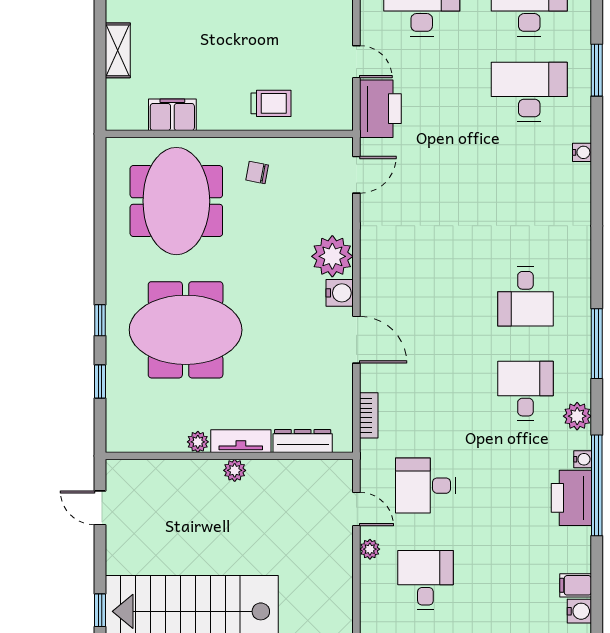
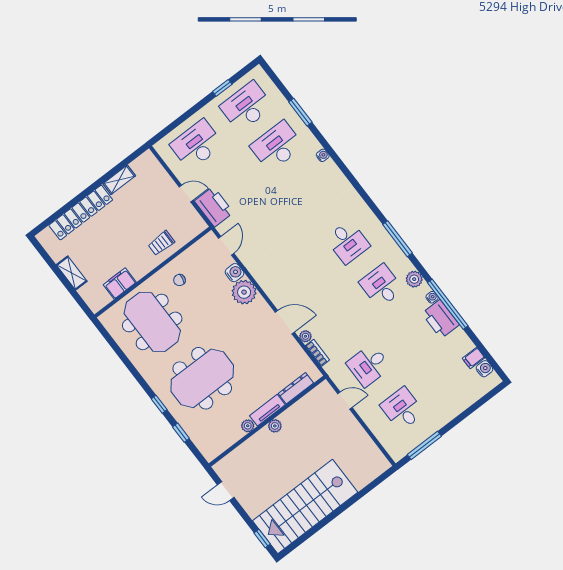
trolley: (271, 103) -> (161, 243), turned 180
water cooler: (340, 293) -> (234, 273), moved
plant: (370, 549) -> (305, 336), moved

